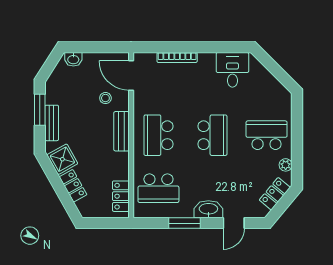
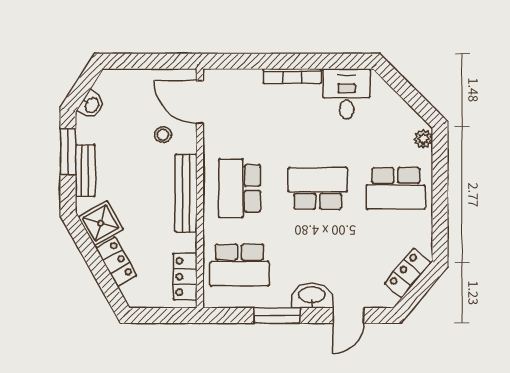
bookcase: (177, 58) -> (292, 76), moved
washbasin: (73, 59) -> (91, 105), moved, turned -57
bench: (121, 131) -> (186, 193), width x1.36
school desk: (212, 135) -> (318, 188), turned -90
school desk: (267, 135) -> (396, 188), turned 180
plant: (286, 165) -> (423, 139), moved

